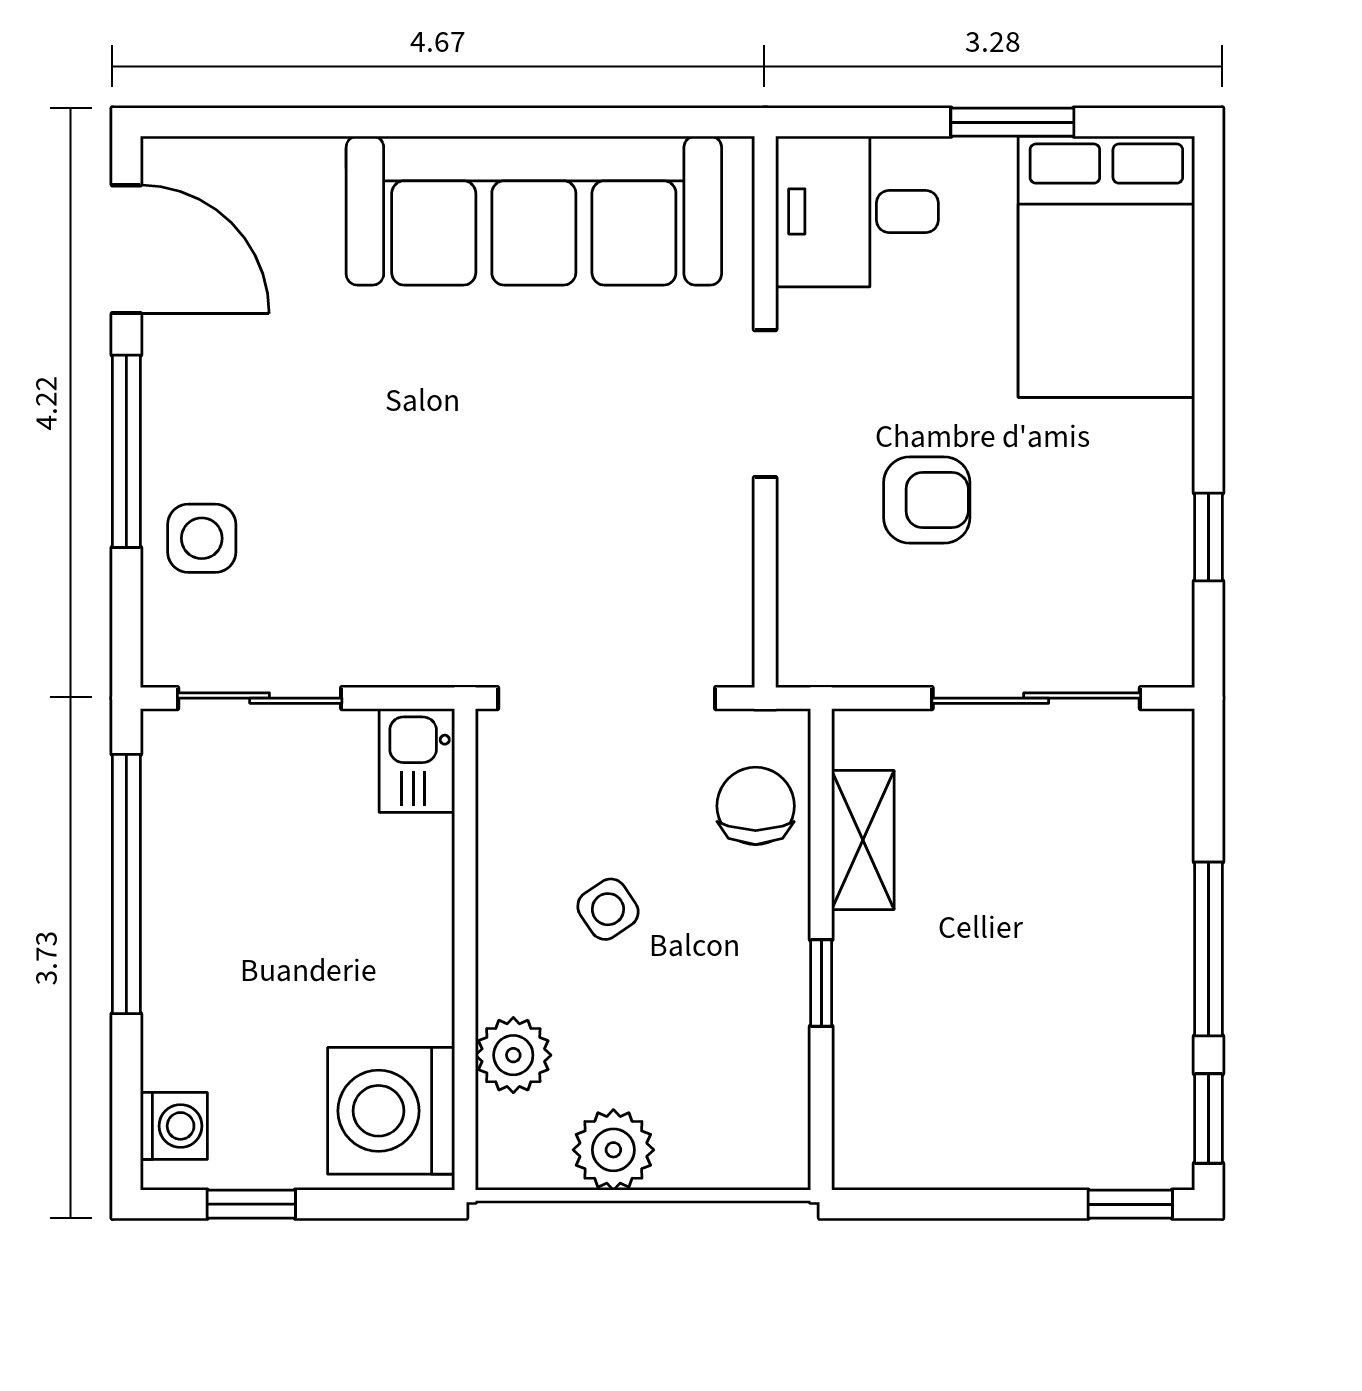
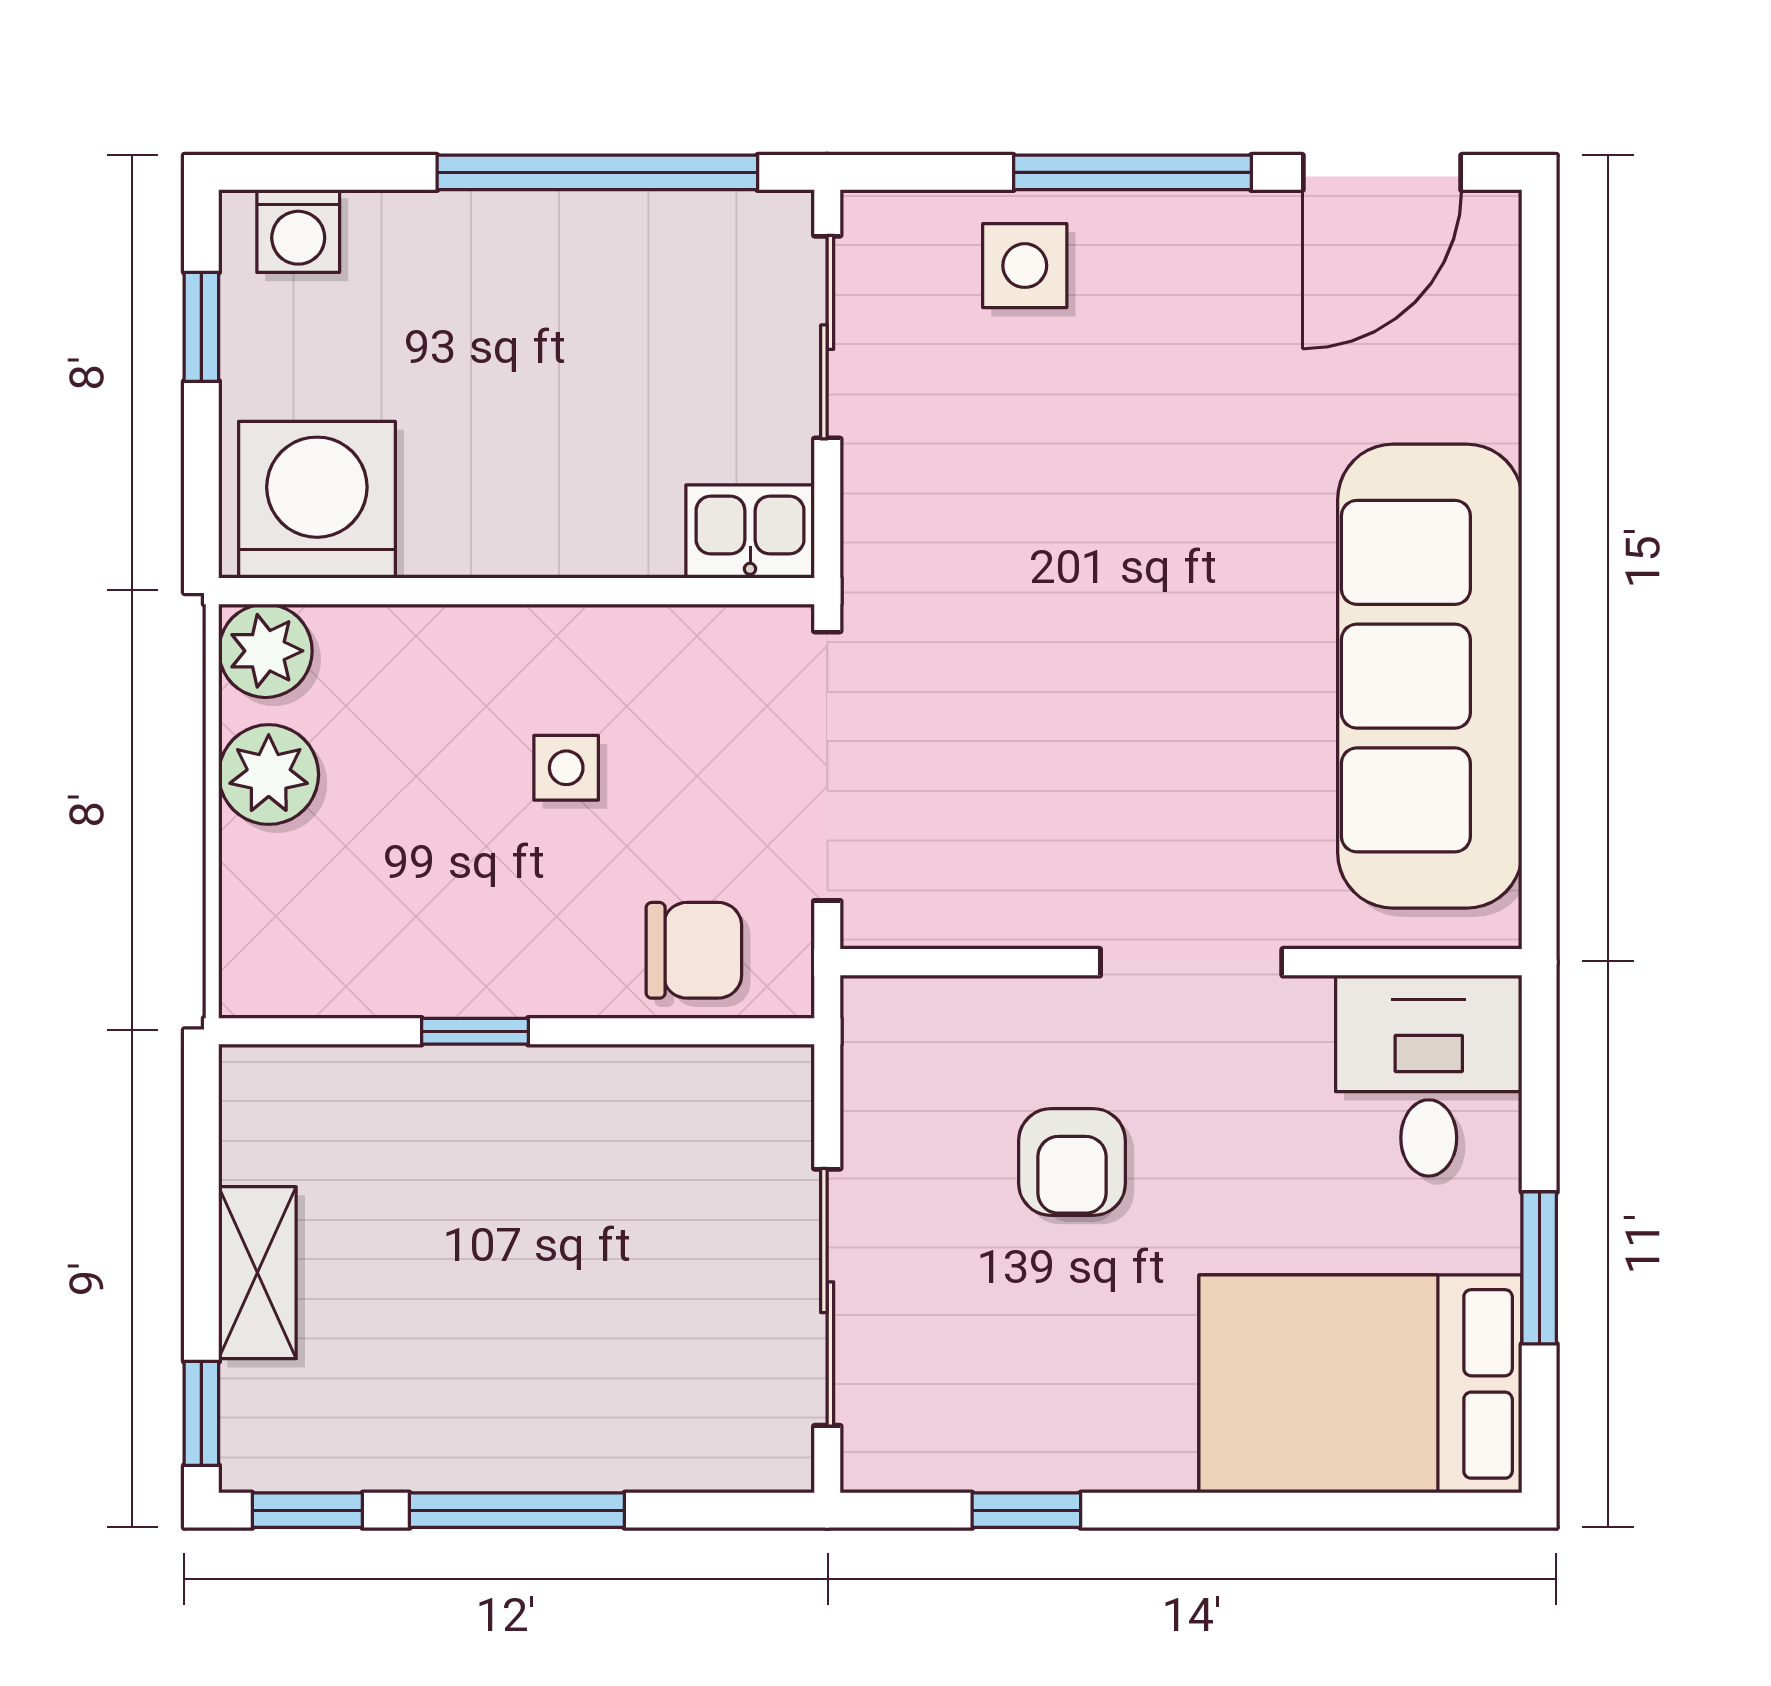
shelving: (863, 840) -> (257, 1273), moved, turned 90
side table: (608, 909) -> (566, 768), turned 34
plant: (513, 1055) -> (265, 651), moved

